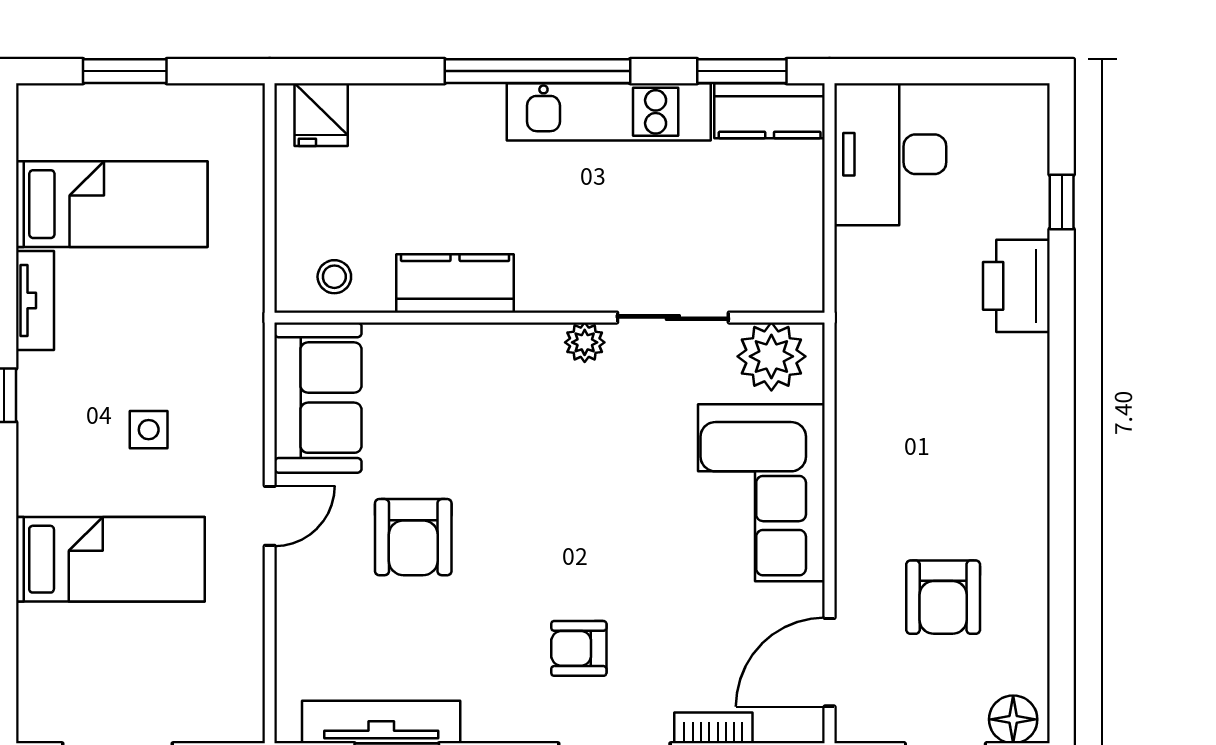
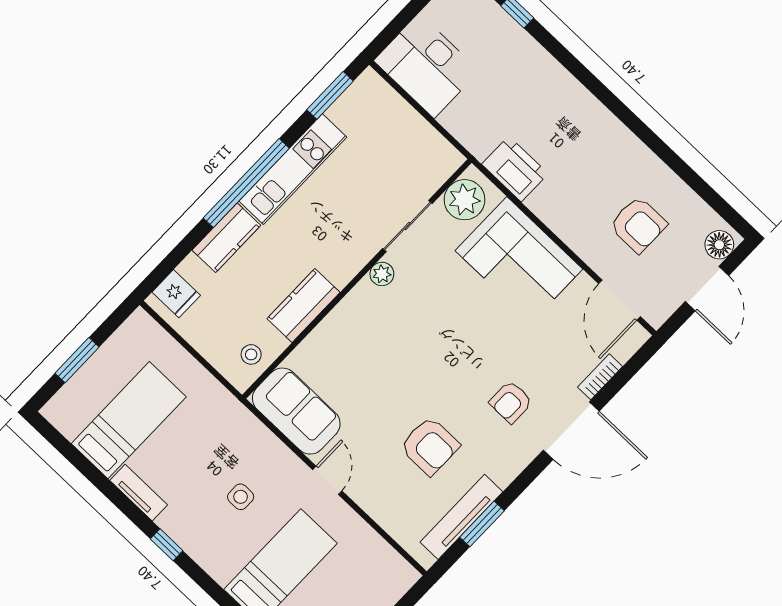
kitchen counter: (770, 111) -> (226, 238), moved
printer: (1016, 286) -> (515, 169), moved, turned 180
armchair: (413, 537) -> (430, 446), moved

